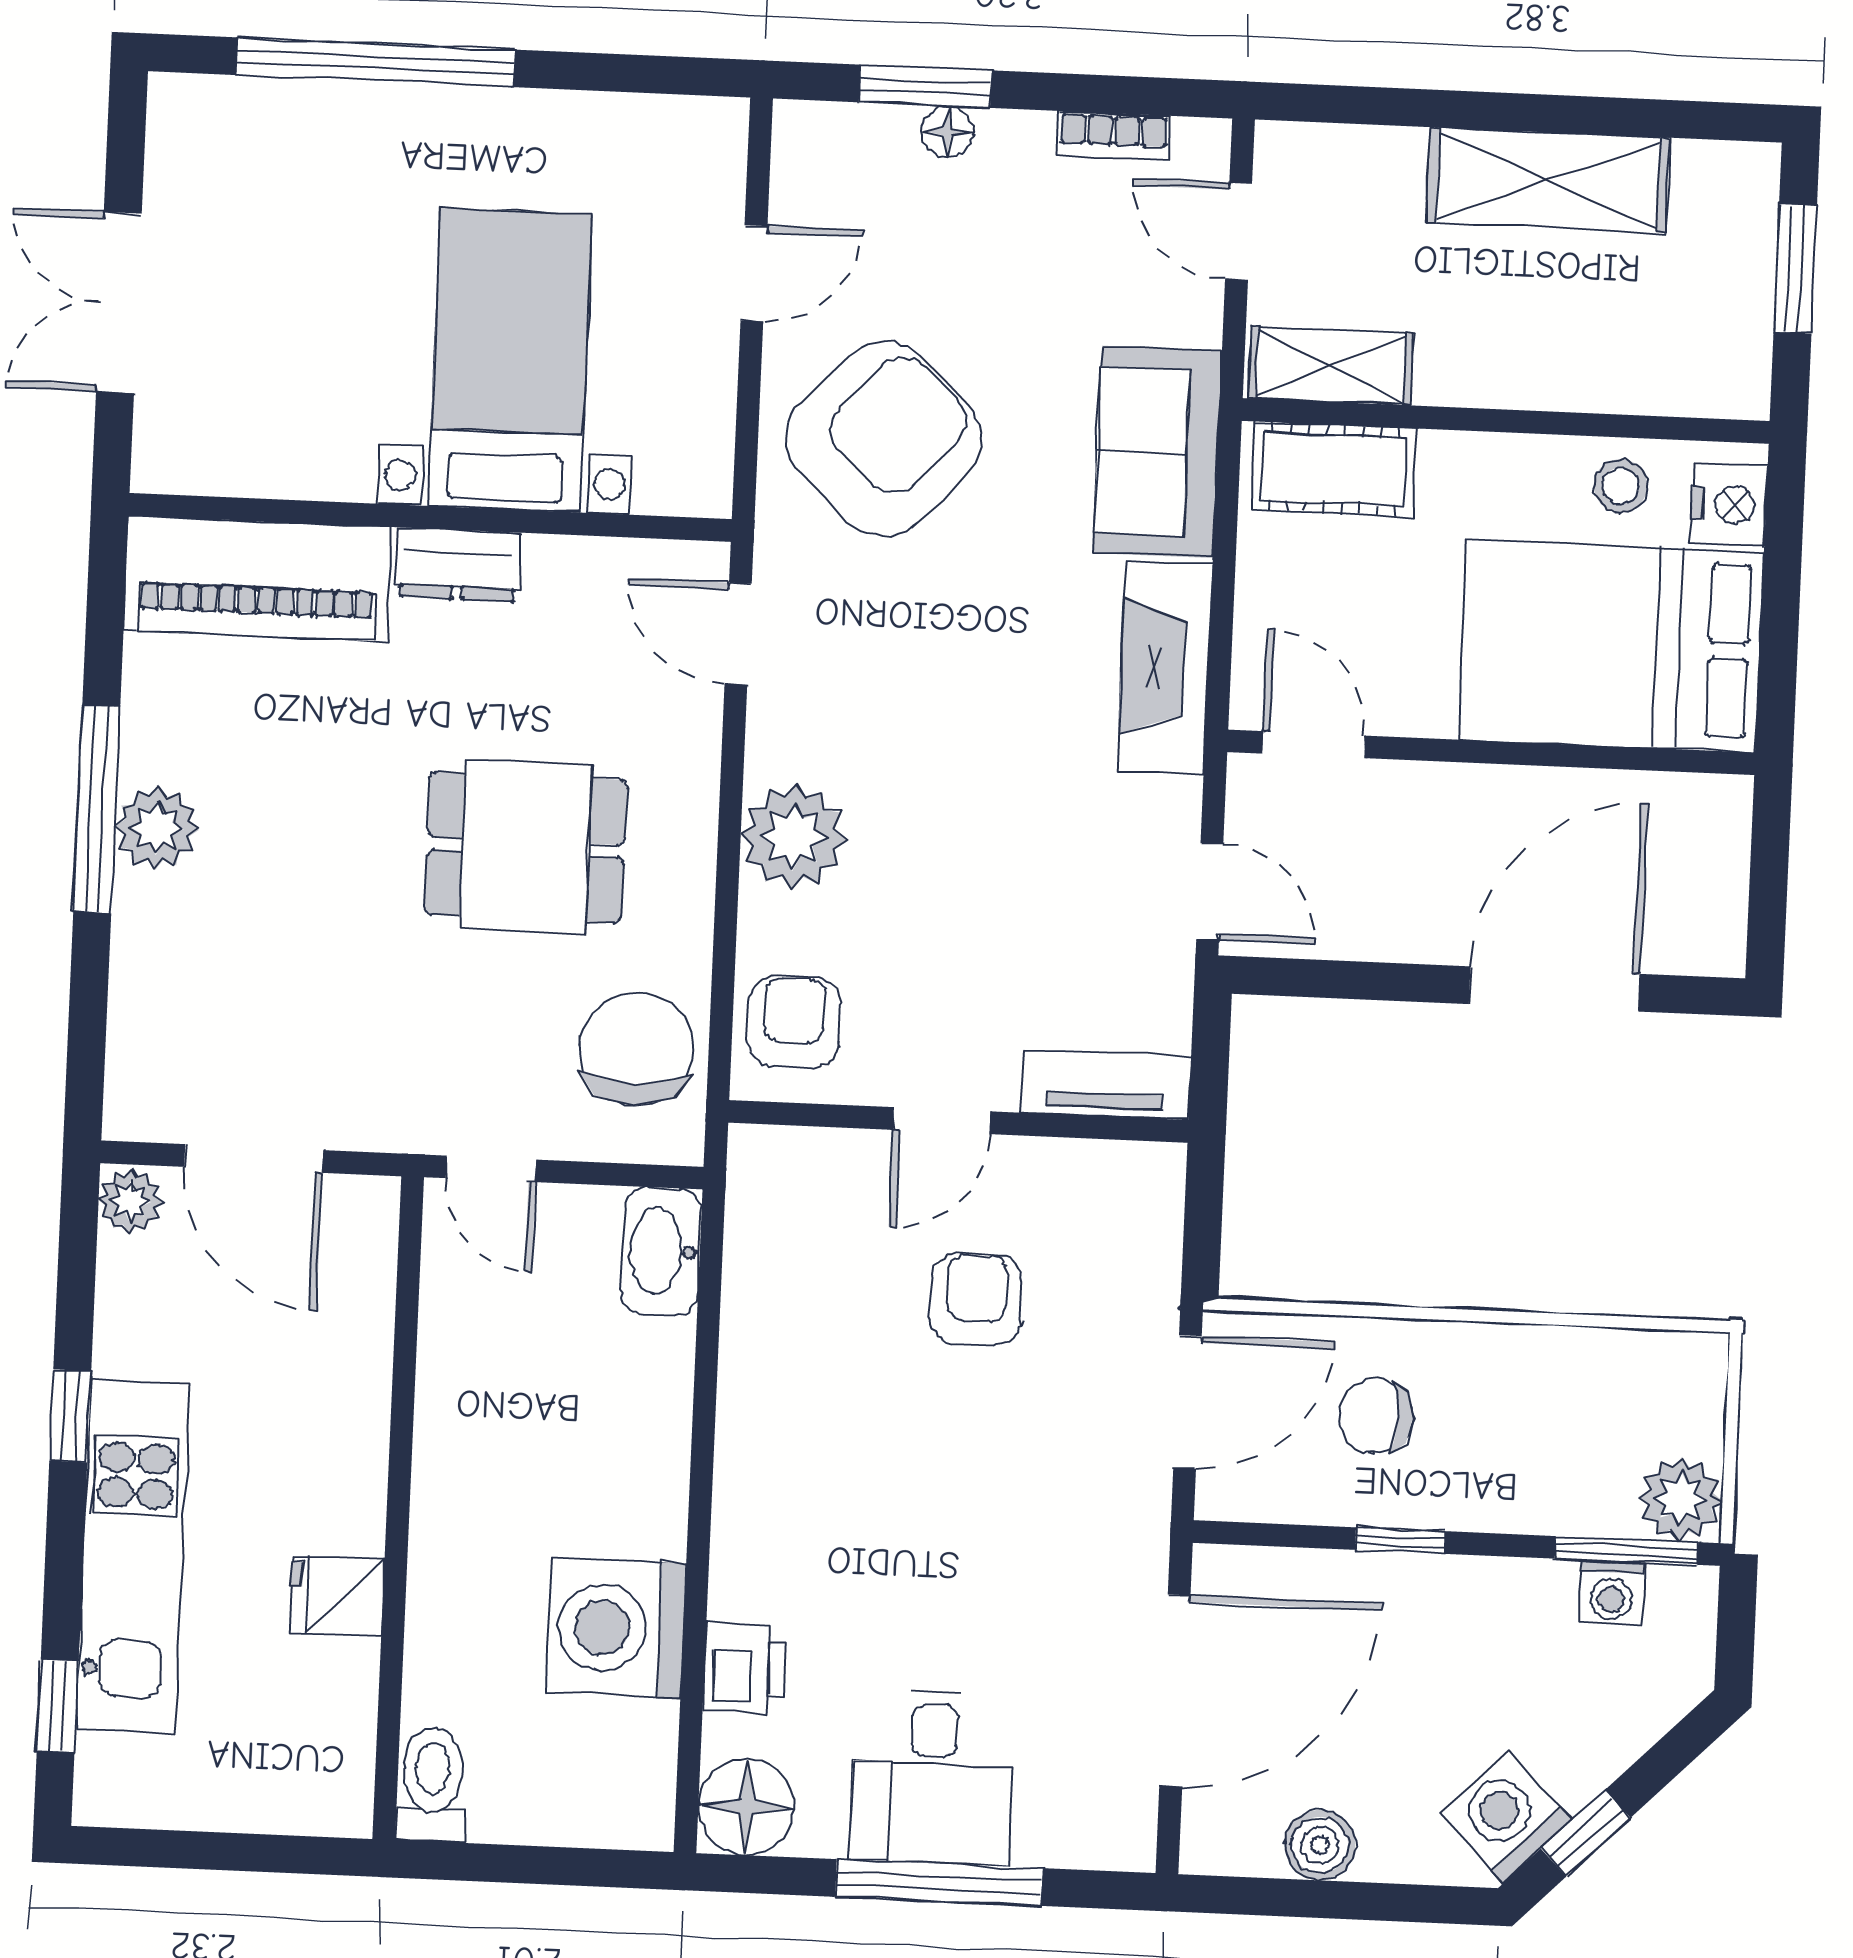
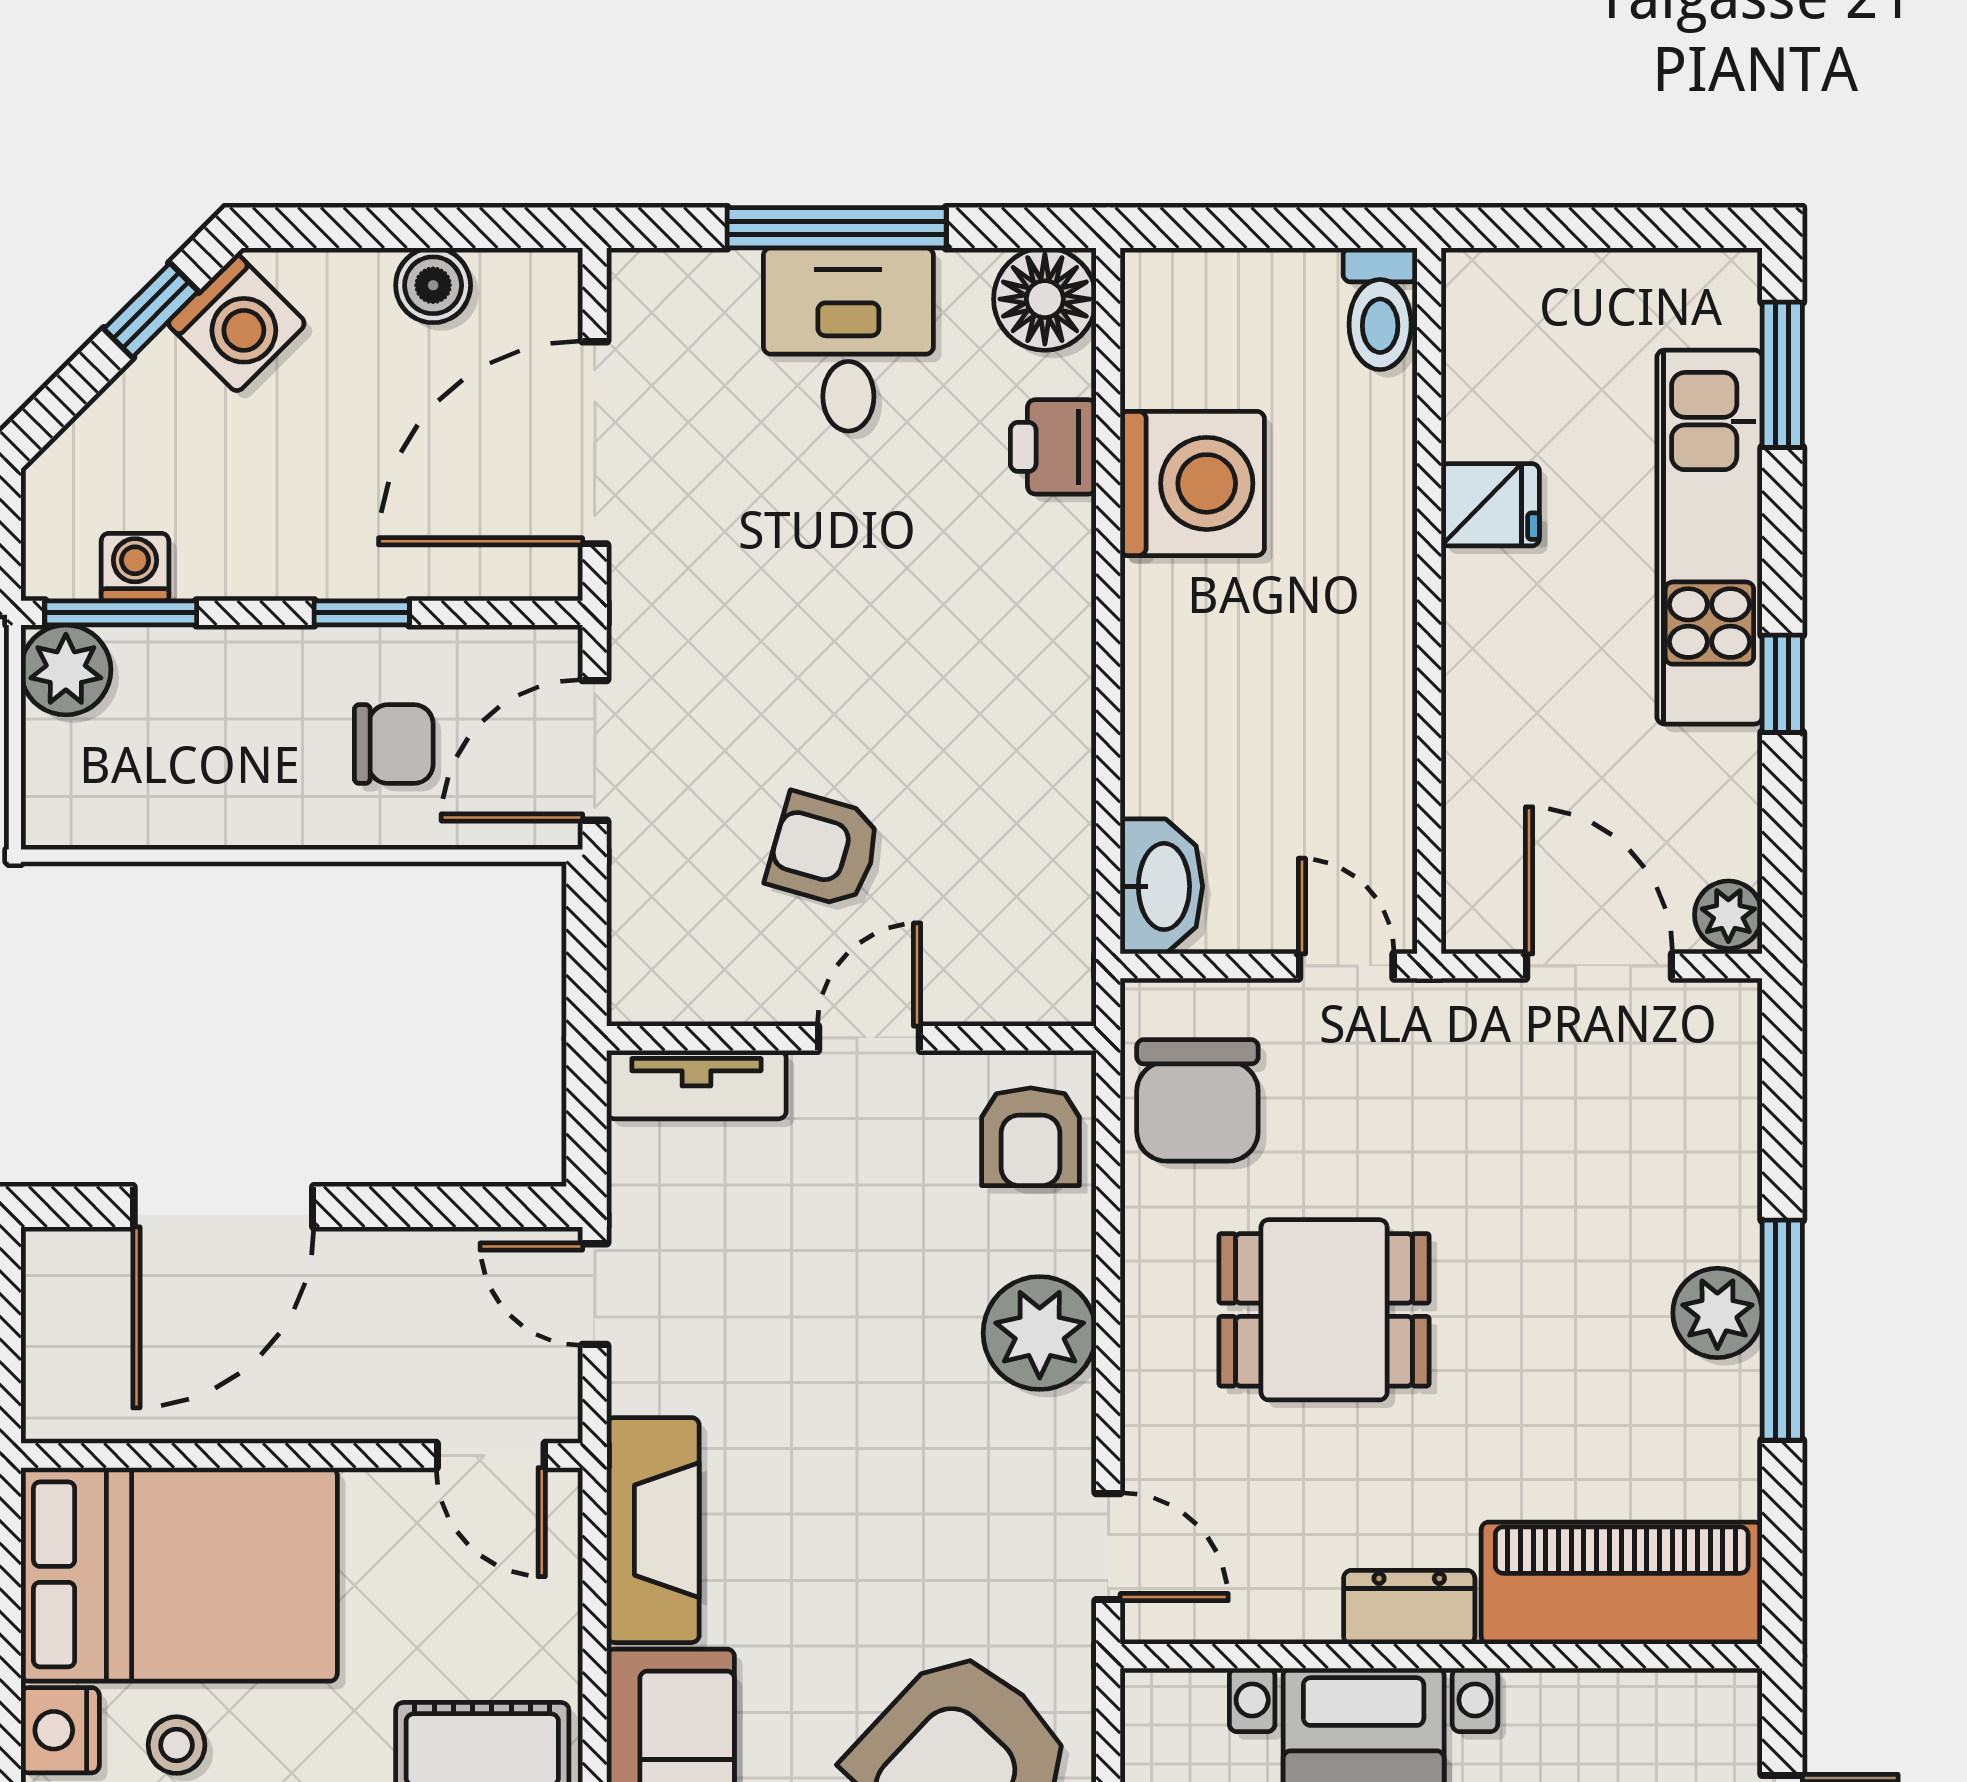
armchair: (976, 1299) -> (824, 850), turned 106
window: (58, 1706) -> (1782, 375), width x1.50

